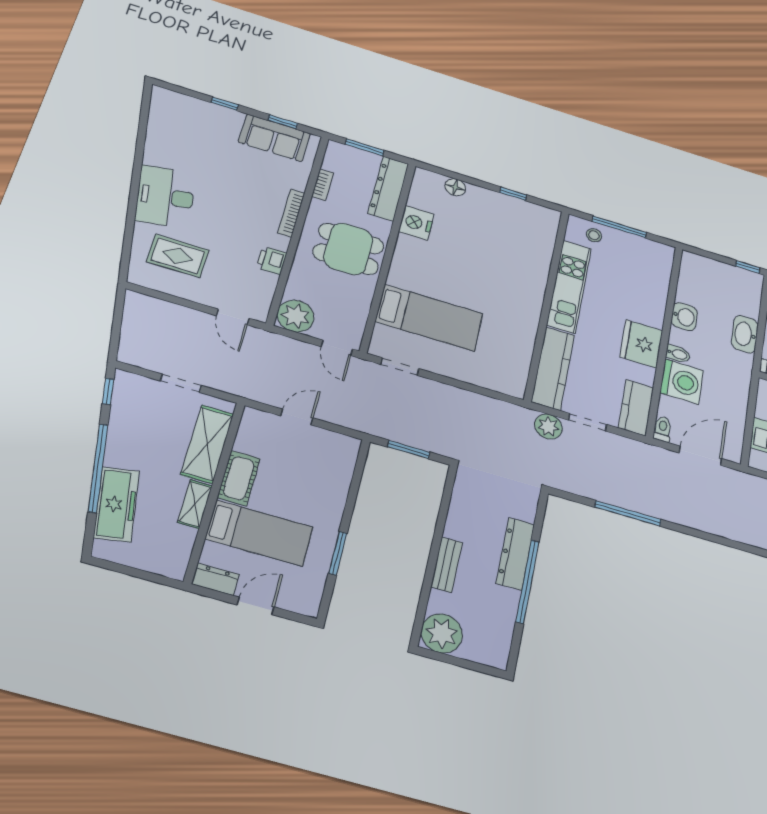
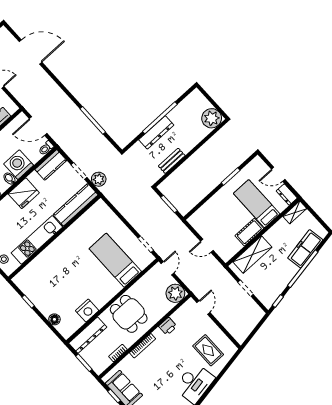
shelving: (195, 504) -> (295, 212), moved
bench: (447, 565) -> (172, 161), moved

